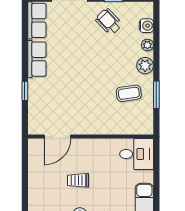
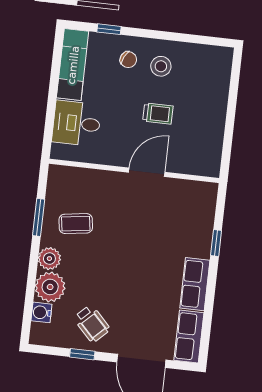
plant: (147, 45) -> (50, 287), width x1.87, depth x1.87
door: (57, 137) -> (147, 172), moved
desk: (137, 154) -> (77, 123), moved

